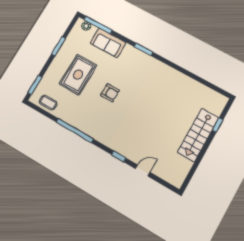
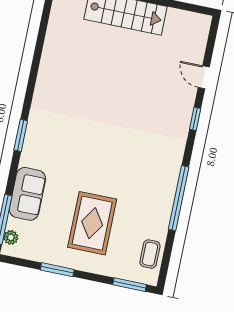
rug: (78, 75) -> (92, 223), turned 90
armchair: (110, 93) -> (105, 164), removed

